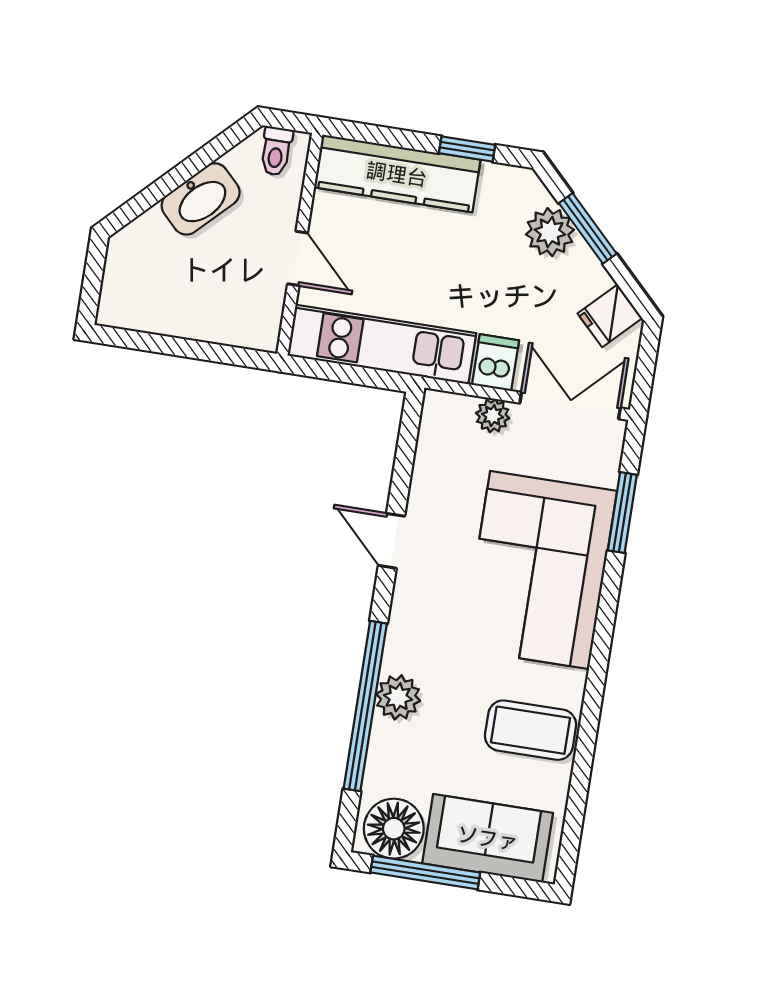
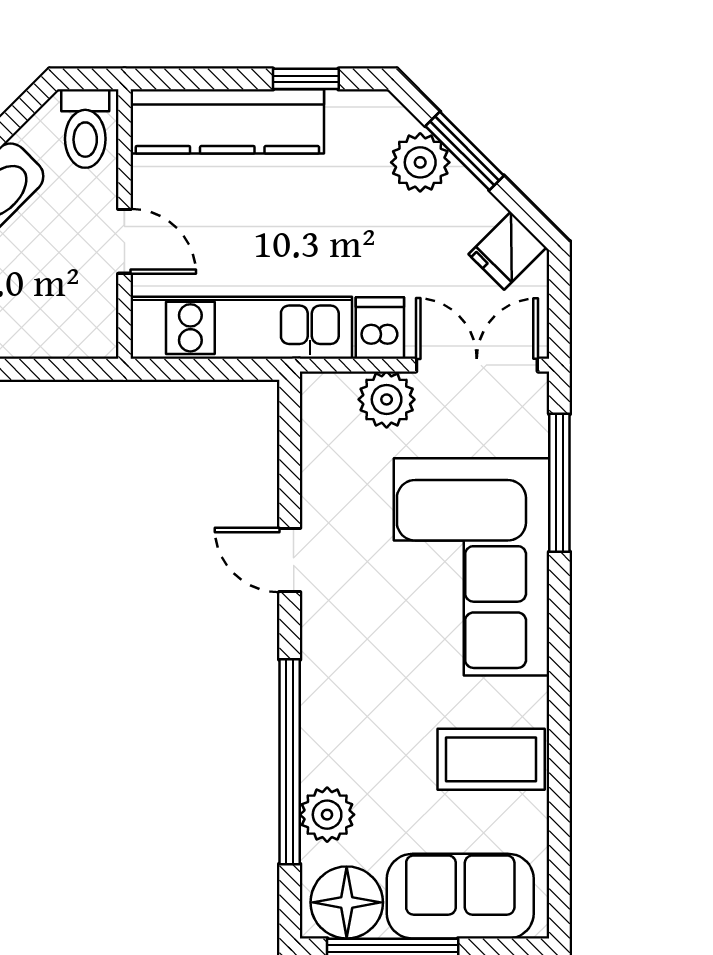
toilet: (276, 151) -> (85, 129), width x1.37, depth x1.39
plant: (493, 416) -> (387, 399), width x1.38, depth x1.38
window: (622, 513) -> (559, 483), width x1.44
plant: (398, 697) -> (327, 815), moved

